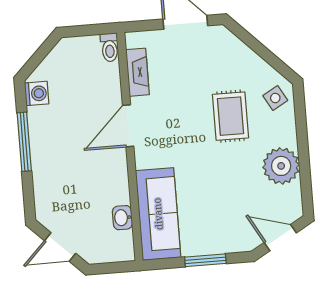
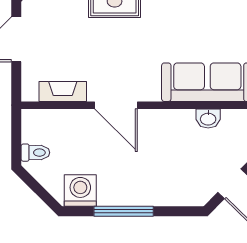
toilet: (110, 47) -> (35, 153), moved
washing machine: (37, 93) -> (80, 191), width x1.38, depth x1.38

